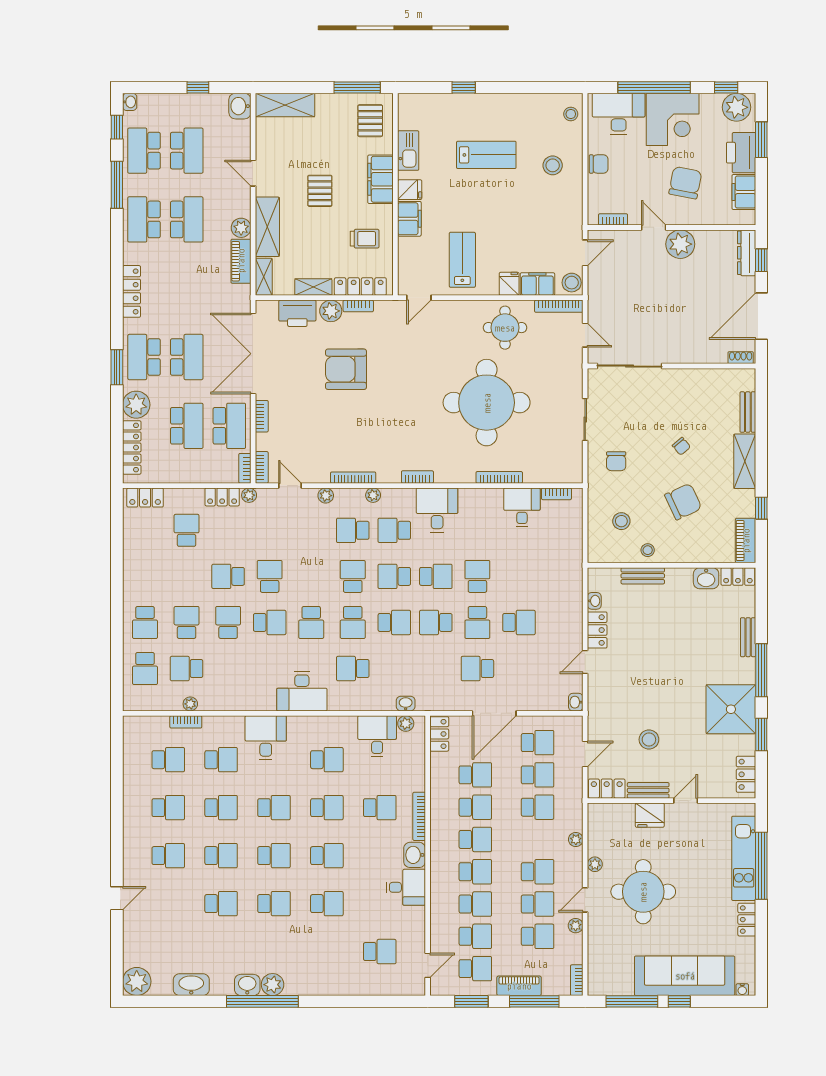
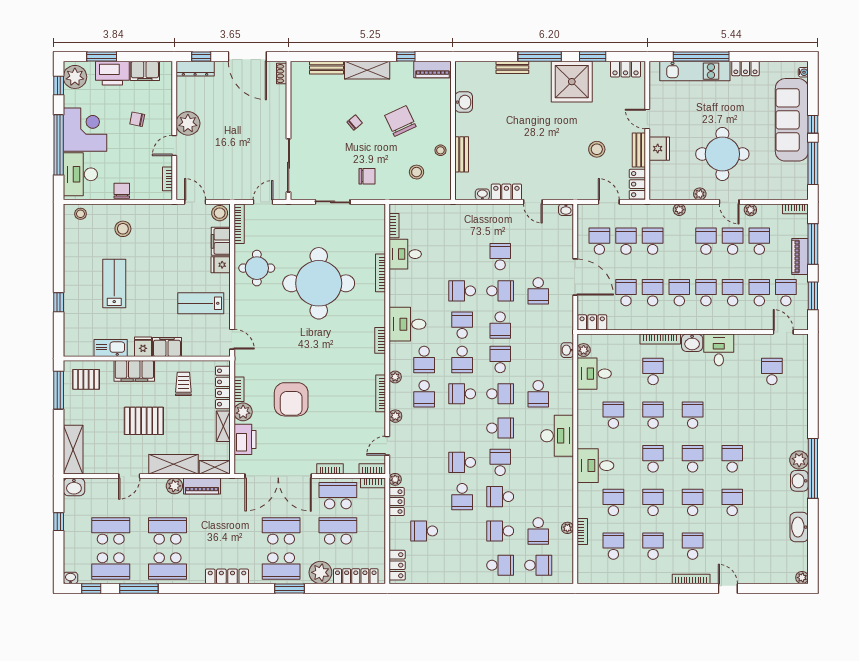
chair: (685, 183) -> (137, 119), width x0.54, depth x0.54
pallet: (320, 191) -> (144, 421), width x1.50, depth x1.42
locker: (738, 576) -> (462, 76), removed
bookcase: (128, 854) -> (691, 579), added
school desk: (327, 904) -> (732, 415), removed
plant: (137, 981) -> (802, 578), width x0.53, depth x0.53

